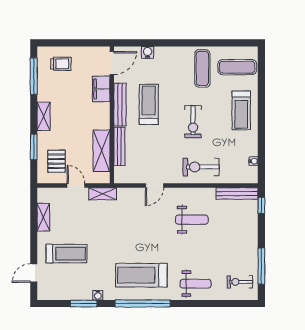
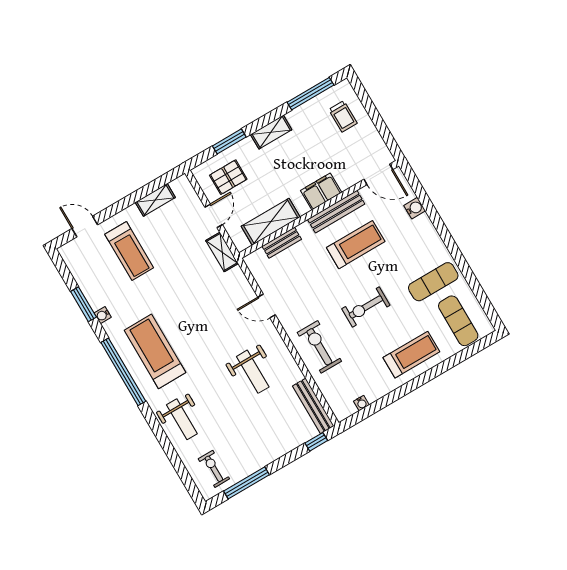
filing cabinet: (101, 89) -> (321, 192), moved
treadmill: (241, 110) -> (411, 355), turned 180
bench: (119, 147) -> (282, 243), width x0.73

